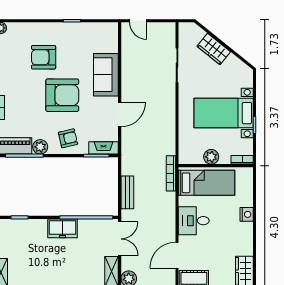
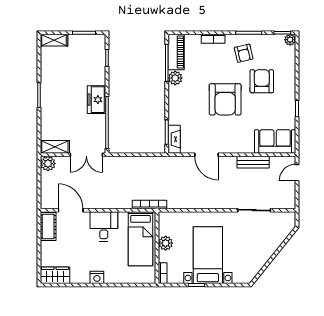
wardrobe: (214, 49) -> (270, 246), removed
sofa: (106, 75) -> (275, 141), moved
armchair: (68, 138) -> (244, 53), moved
bench: (127, 192) -> (253, 162), moved
nightstand: (247, 214) -> (97, 277), moved

